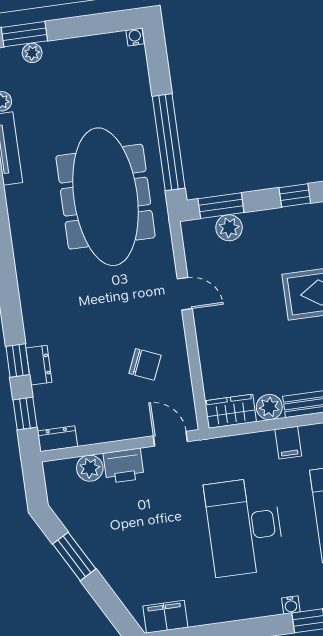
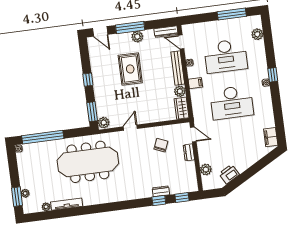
window: (169, 142) -> (43, 137), moved
plant: (229, 228) -> (104, 123), moved
dresser: (57, 439) -> (189, 152), moved
door: (170, 439) -> (193, 134), swing flipped
printer: (124, 466) -> (229, 174), moved, turned -119
window: (74, 556) -> (244, 177), removed

